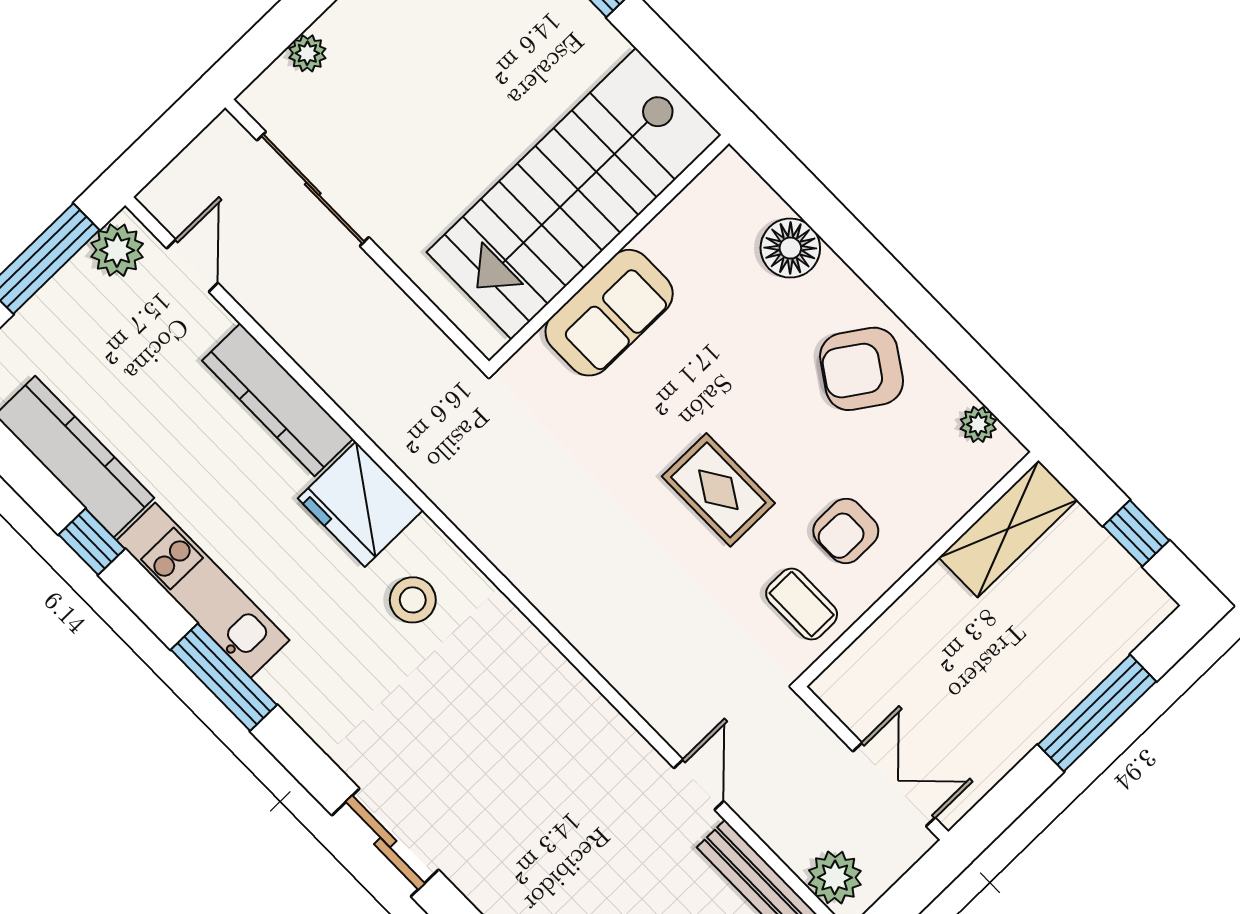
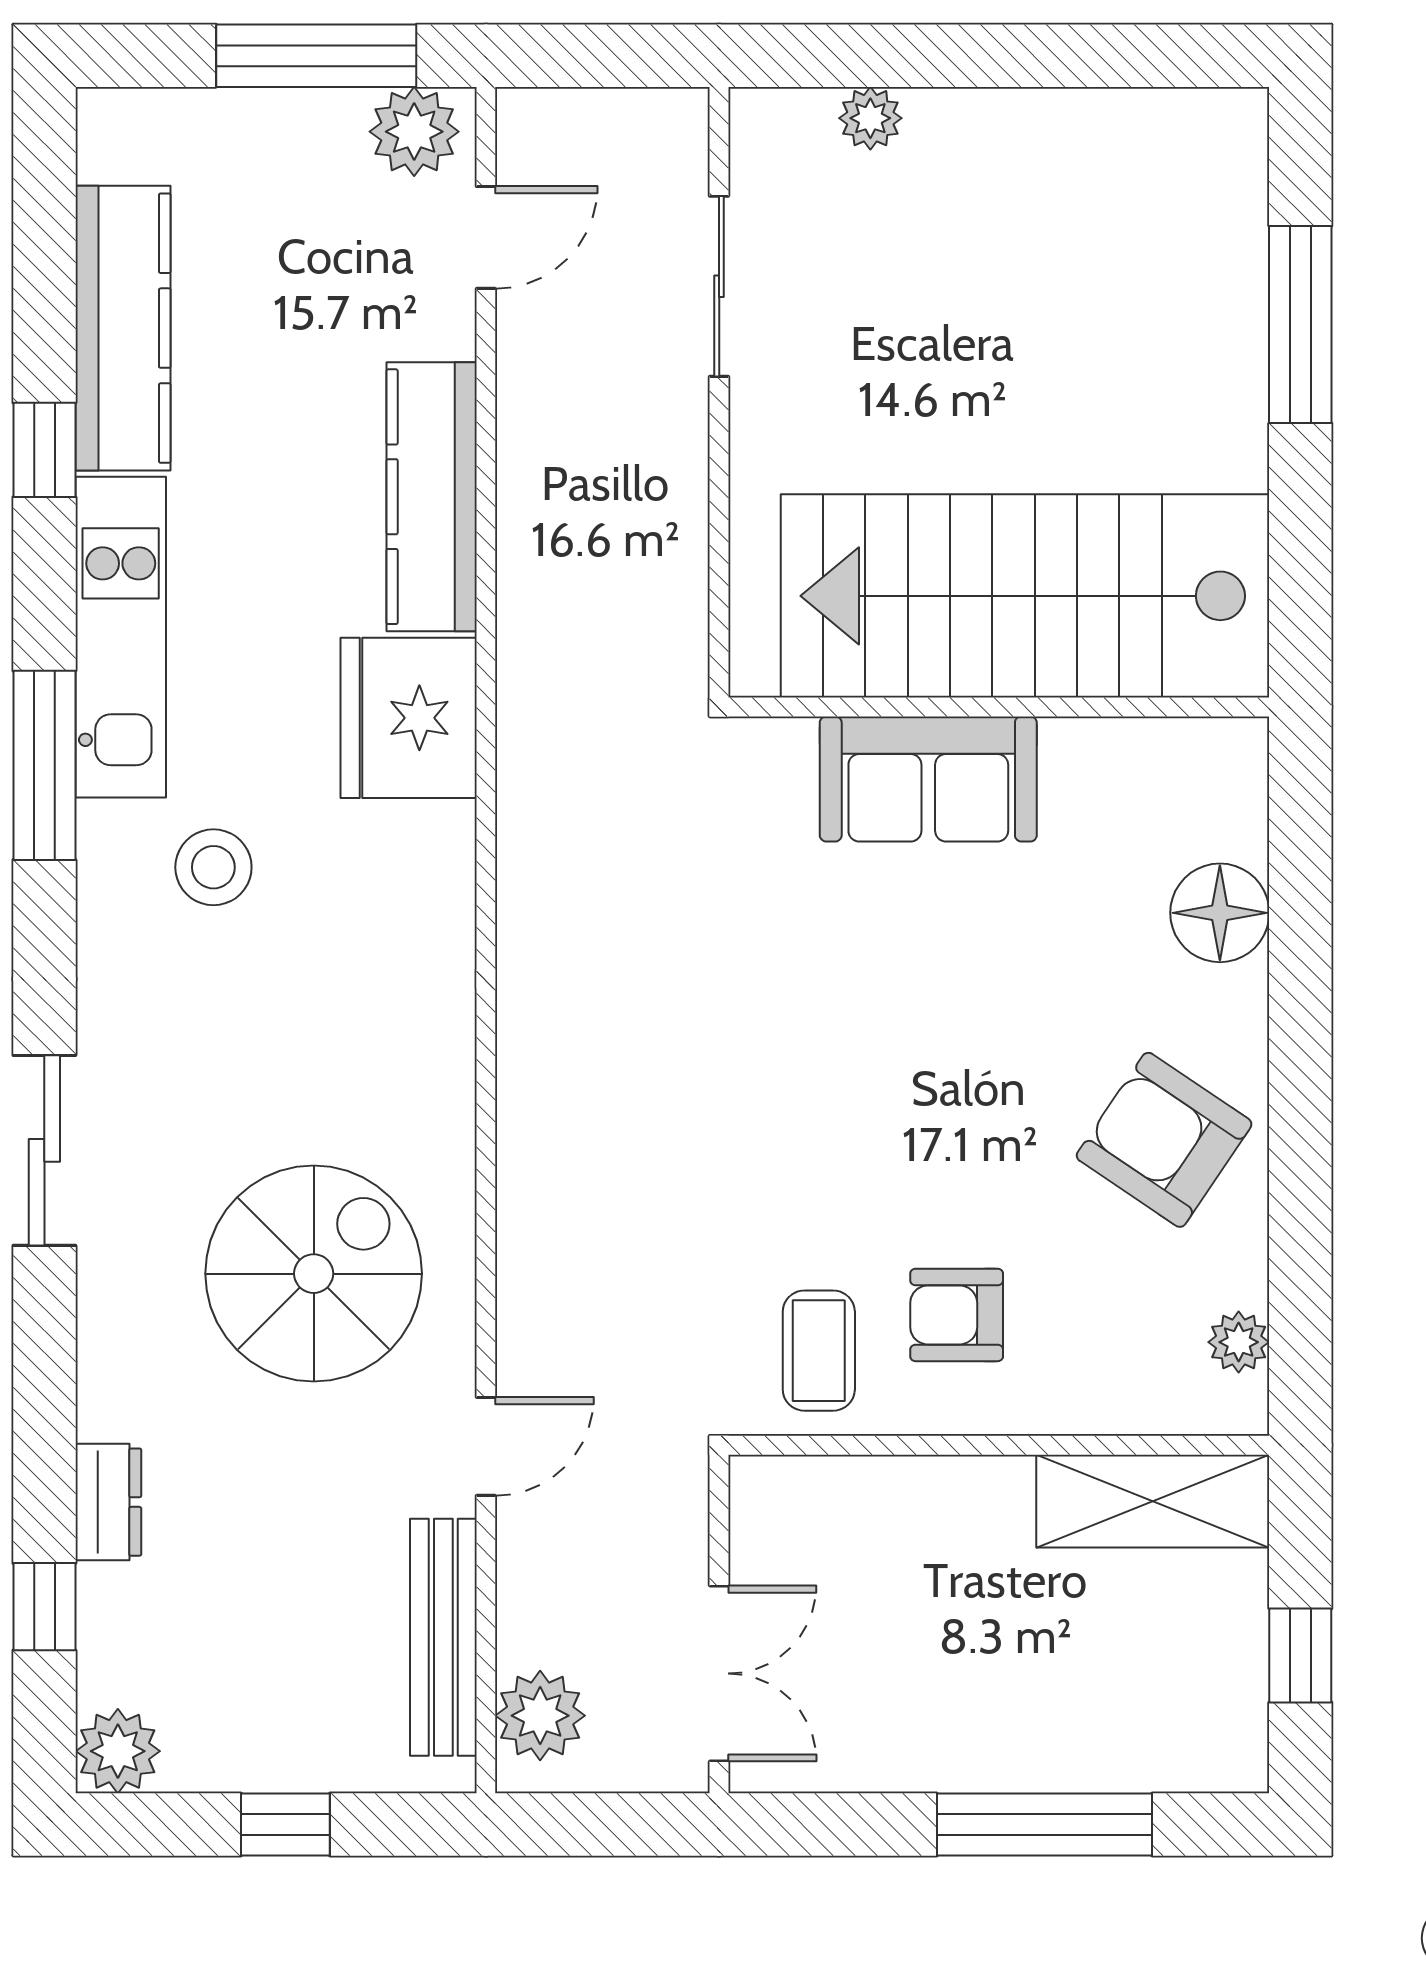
sliding door: (313, 189) -> (719, 286), width x0.73
rug: (718, 490) -> (853, 1117), removed
stool: (413, 600) -> (213, 867), moved
spiral stairs: (552, 783) -> (314, 1274), added

